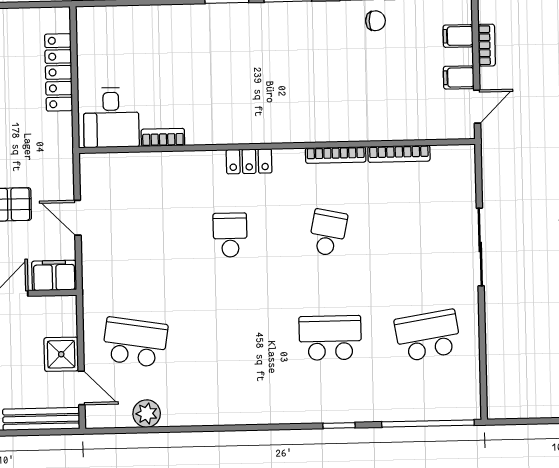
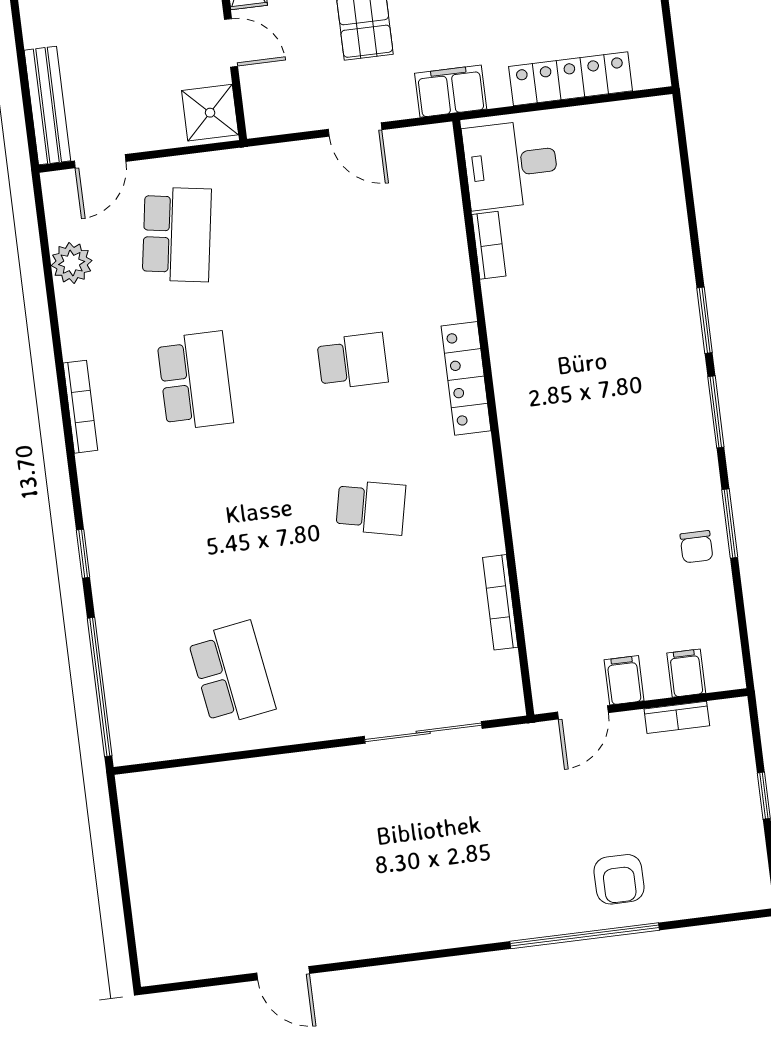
door: (477, 107) -> (583, 712), hinge flipped
bookcase: (336, 155) -> (80, 407), moved, turned 180
locker: (249, 161) -> (466, 378), width x1.53
door: (78, 218) -> (355, 129), swing flipped
sliding door: (480, 247) -> (423, 732), moved
filing cabinet: (54, 275) -> (451, 91), moved, turned -90
school desk: (330, 338) -> (195, 381), moved
shower: (61, 354) -> (210, 113), moved

